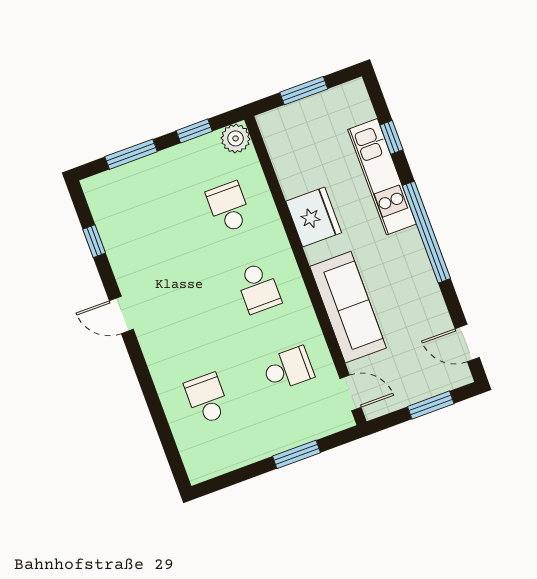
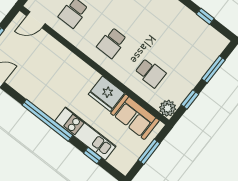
school desk: (258, 288) -> (112, 43), turned -90
sofa: (348, 307) -> (135, 117), moved, width x0.73

